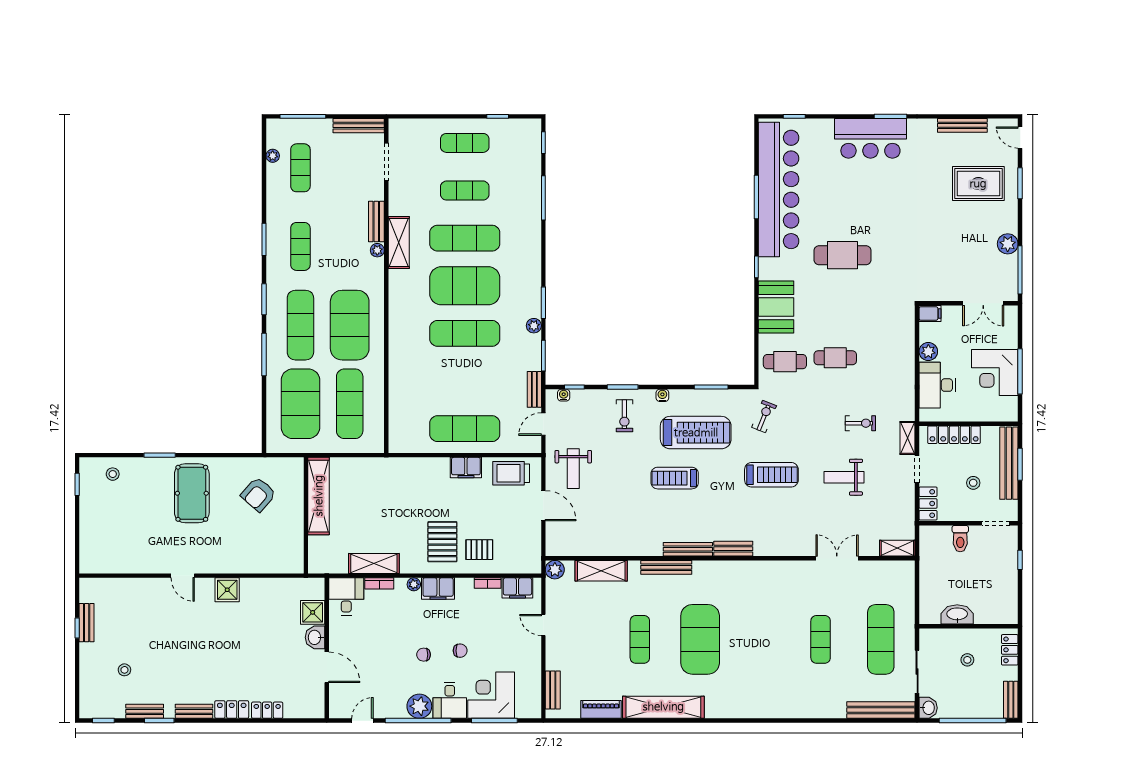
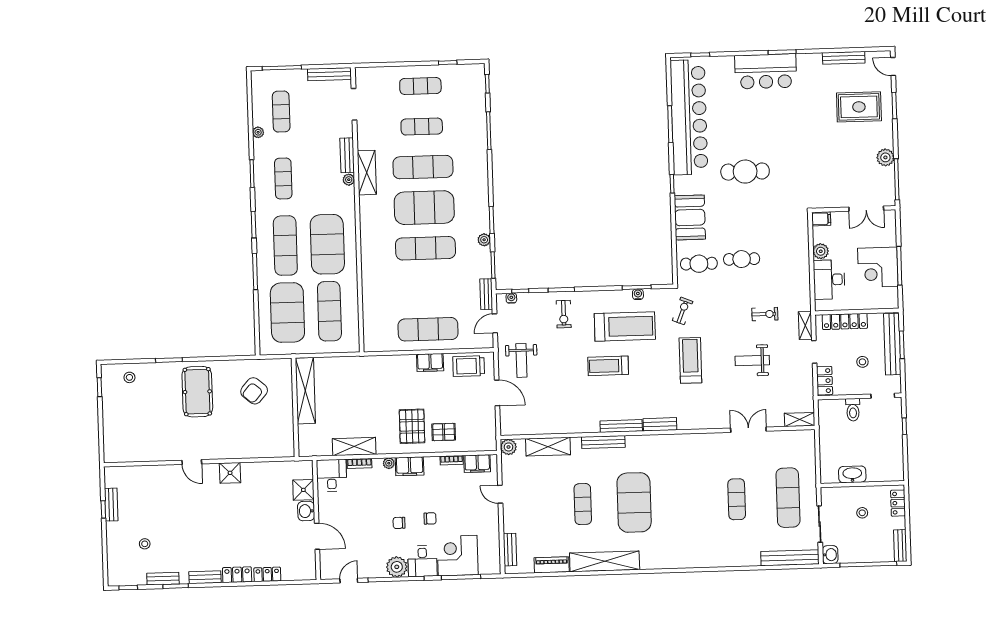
plant: (273, 156) -> (258, 132), moved
water cooler: (662, 395) -> (638, 294), moved
treadmill: (771, 475) -> (690, 360), turned -90

